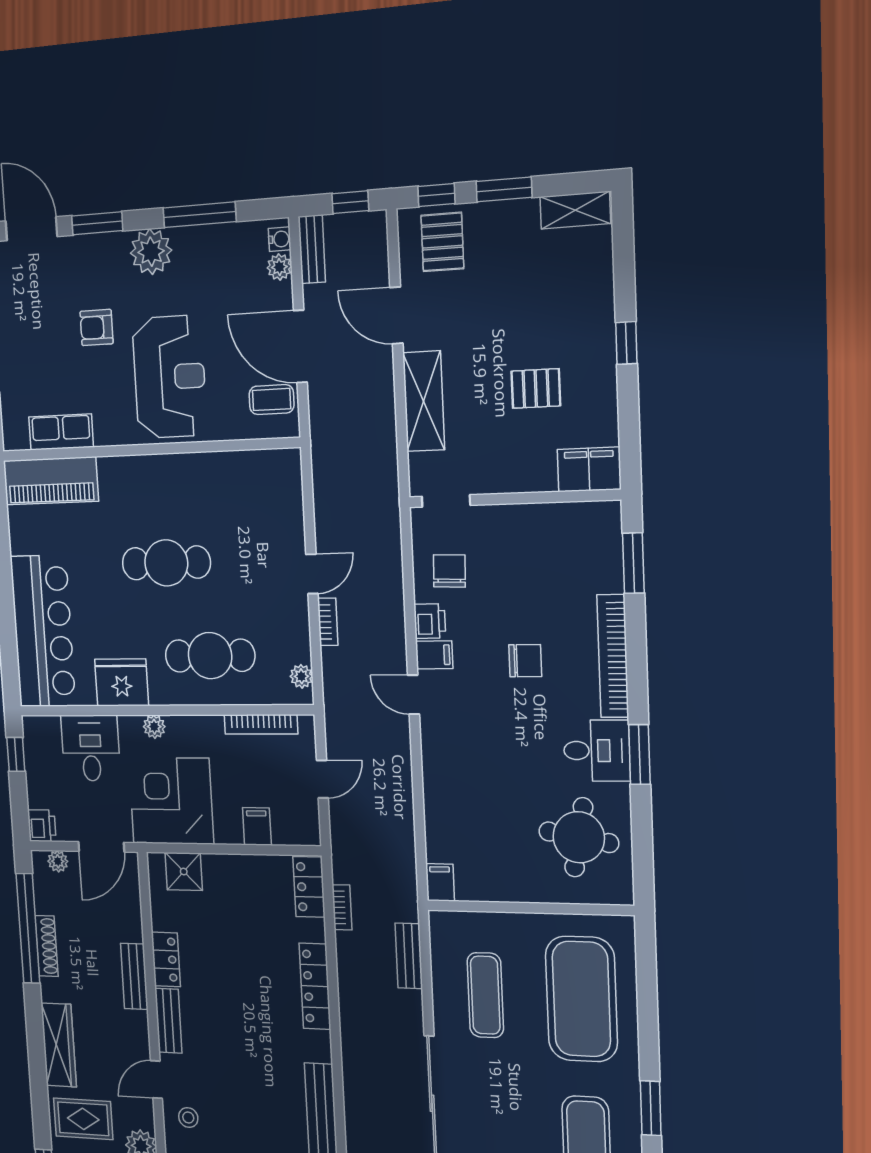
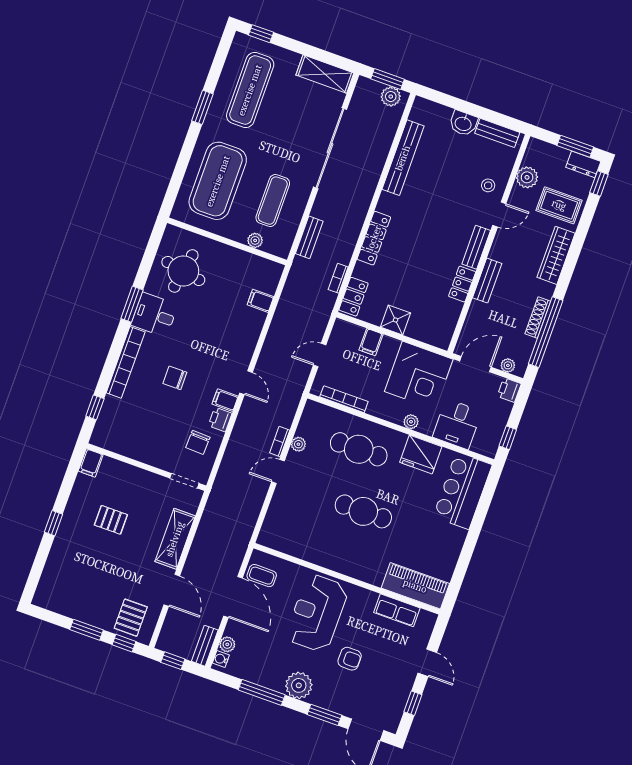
shelving: (575, 210) -> (53, 602), removed
filing cabinet: (589, 469) -> (91, 463), width x0.50
window: (633, 563) -> (95, 407), width x0.67
bar counter: (43, 631) -> (463, 491), width x0.73
plant: (301, 676) -> (298, 444), moved
shower: (184, 872) -> (396, 320), moved
filing cabinet: (440, 882) -> (260, 301), moved, turned 90
plant: (487, 924) -> (255, 240), added

